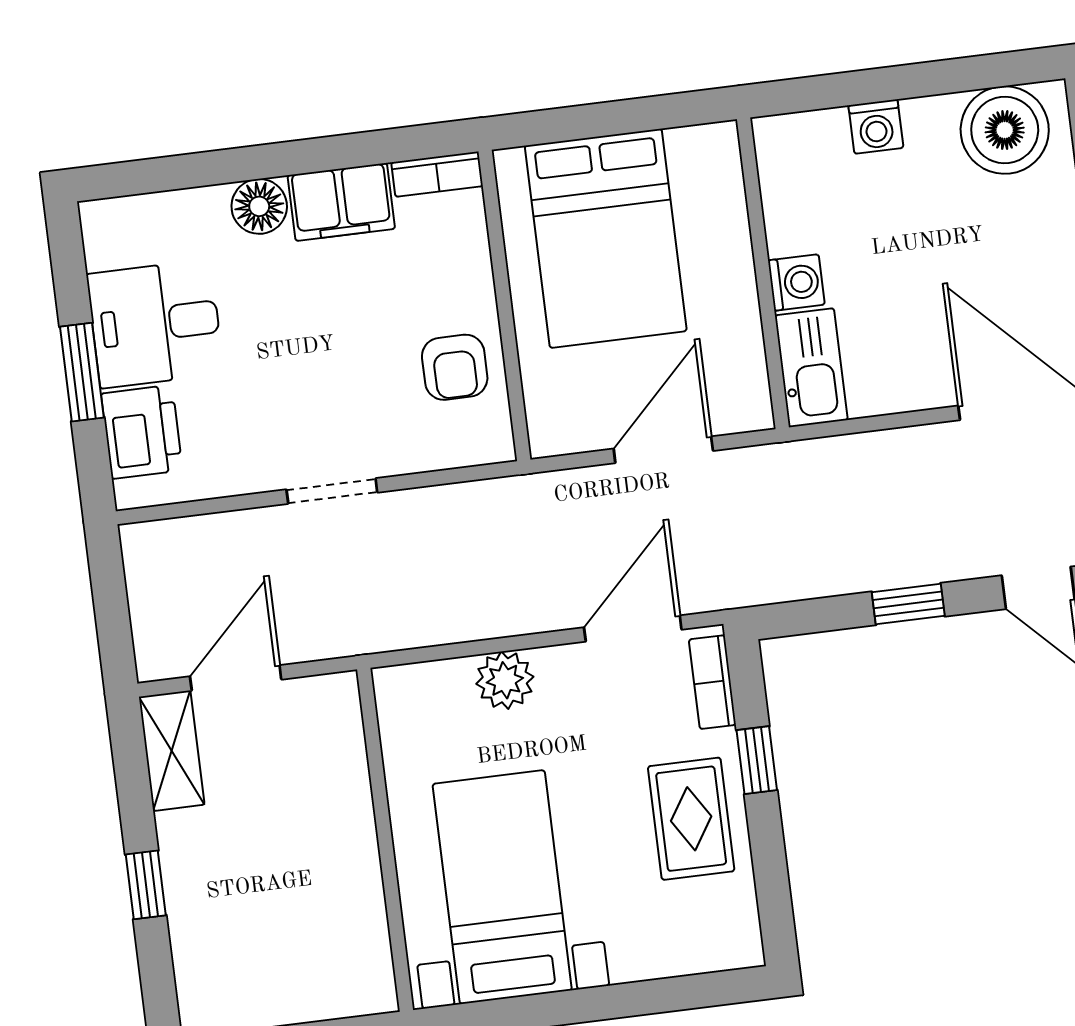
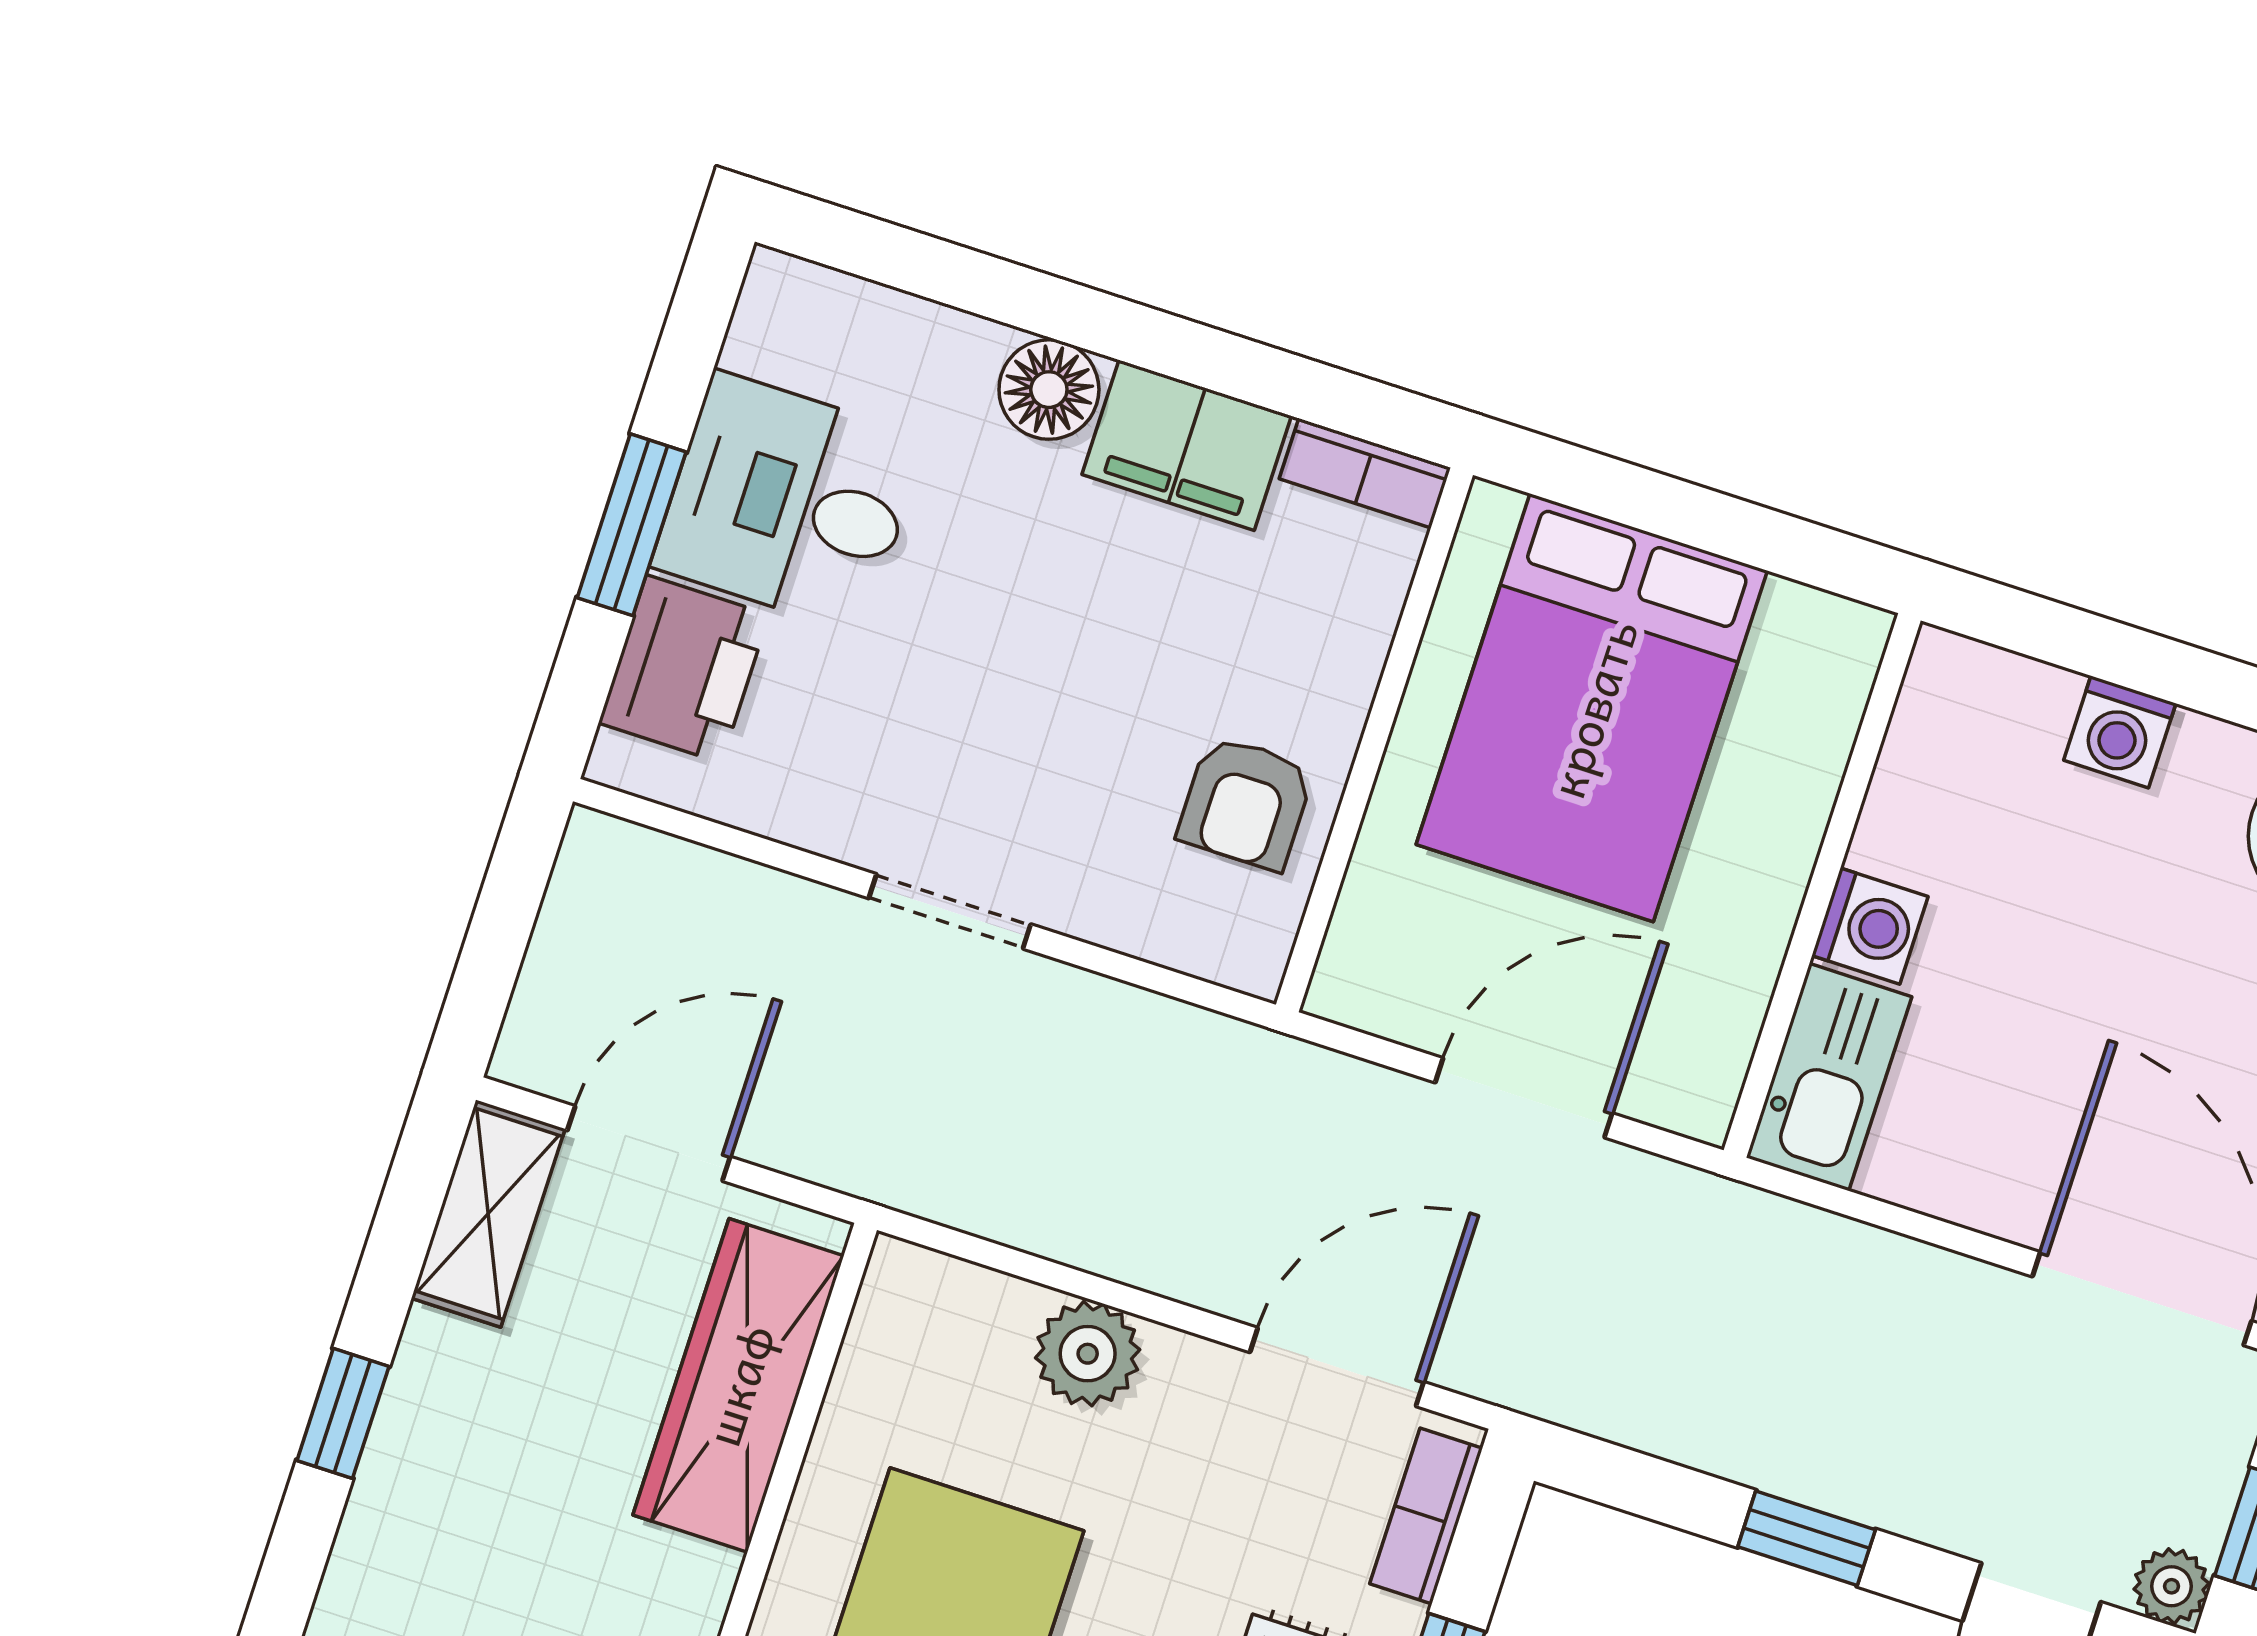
wardrobe: (337, 778) -> (738, 1385), added

